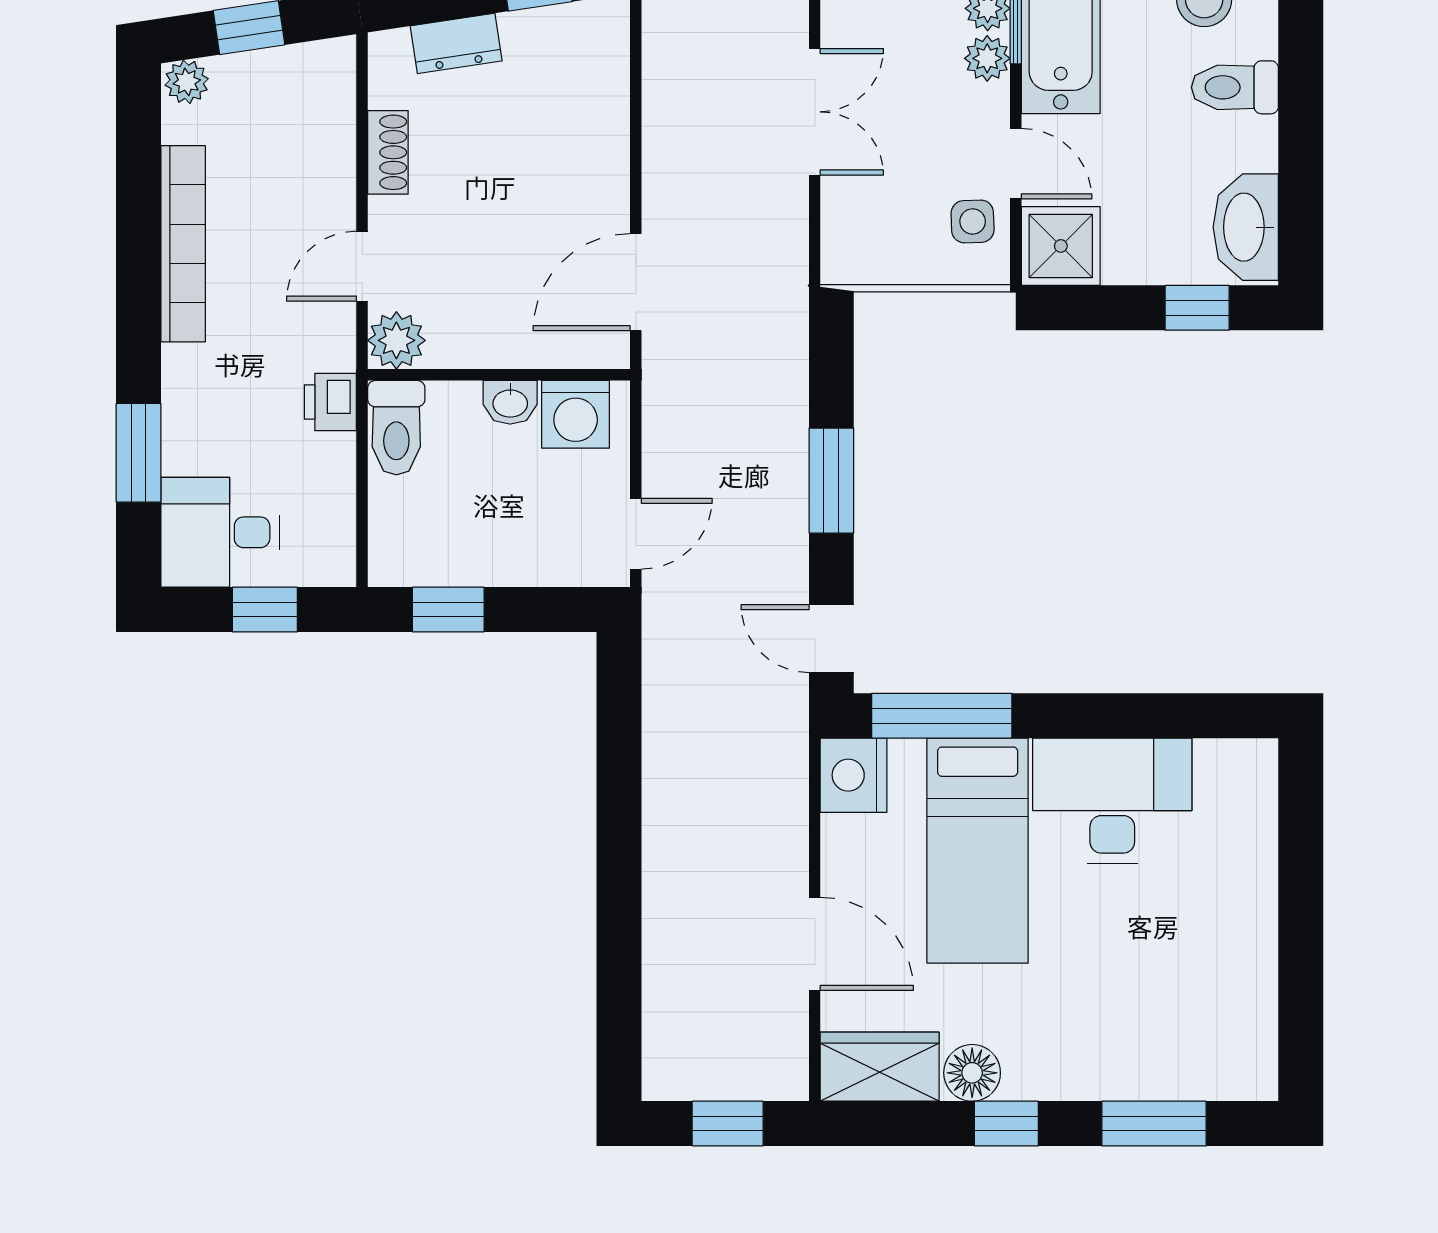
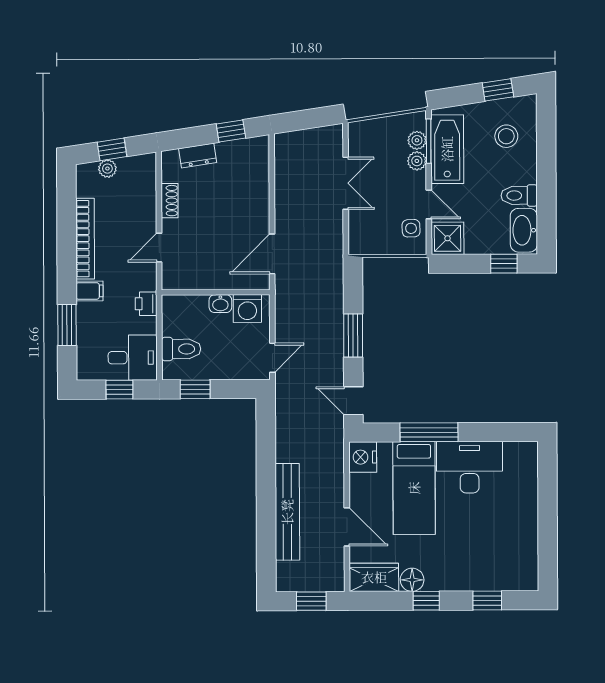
plant: (187, 82) -> (107, 169), moved
toilet: (1235, 87) -> (519, 195), moved
plant: (396, 340) -> (173, 278), removed
filing cabinet: (193, 371) -> (89, 291), added
toilet: (396, 428) -> (181, 349), moved, turned -90
desk: (220, 532) -> (133, 358), moved, turned 180
window: (942, 716) -> (429, 432), moved
bench: (671, 907) -> (287, 512), added
window: (1154, 1124) -> (487, 600), width x0.67

